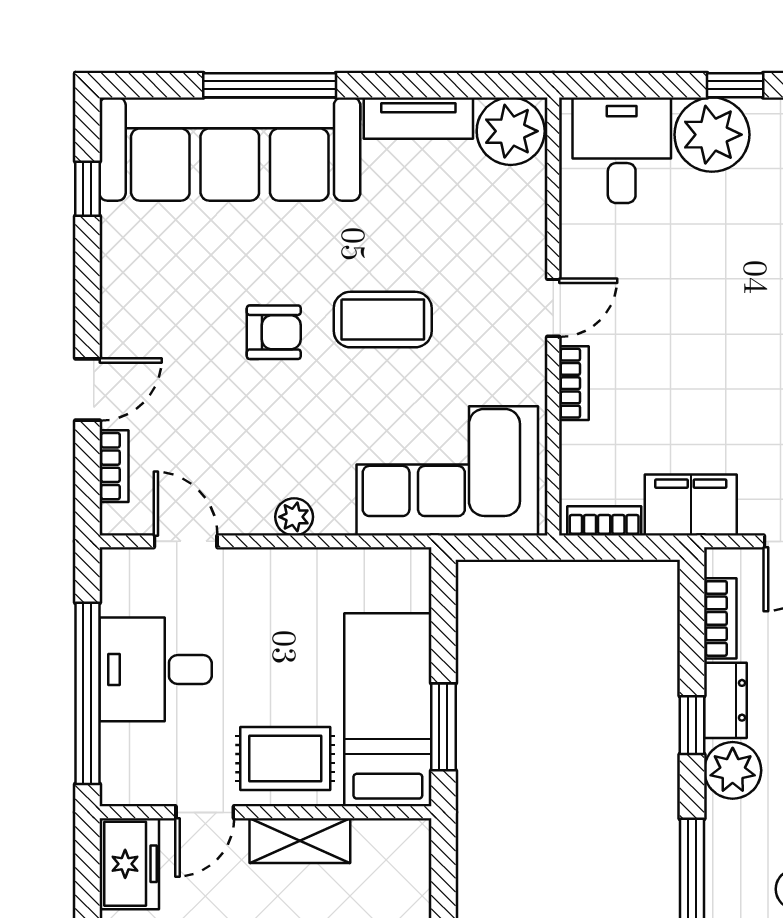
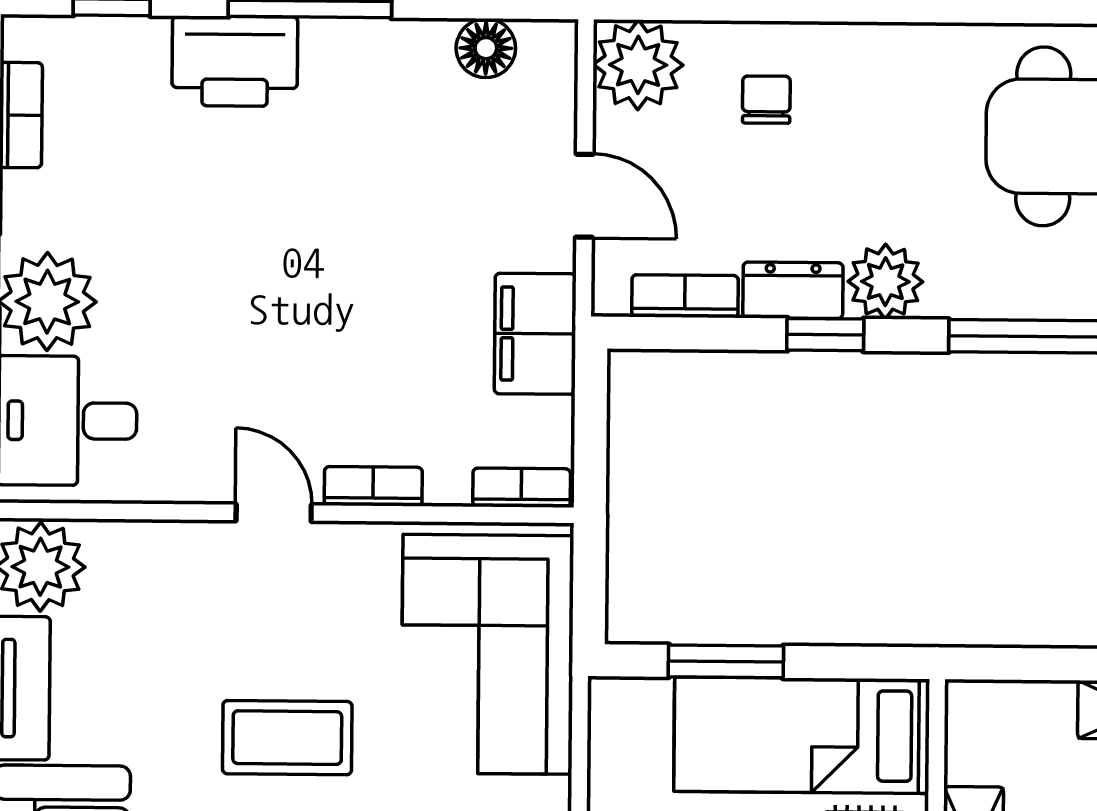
coffee table: (383, 320) -> (287, 738), turned 90
bookcase: (604, 521) -> (522, 488), moved, turned 90
window: (443, 727) -> (726, 661), moved

